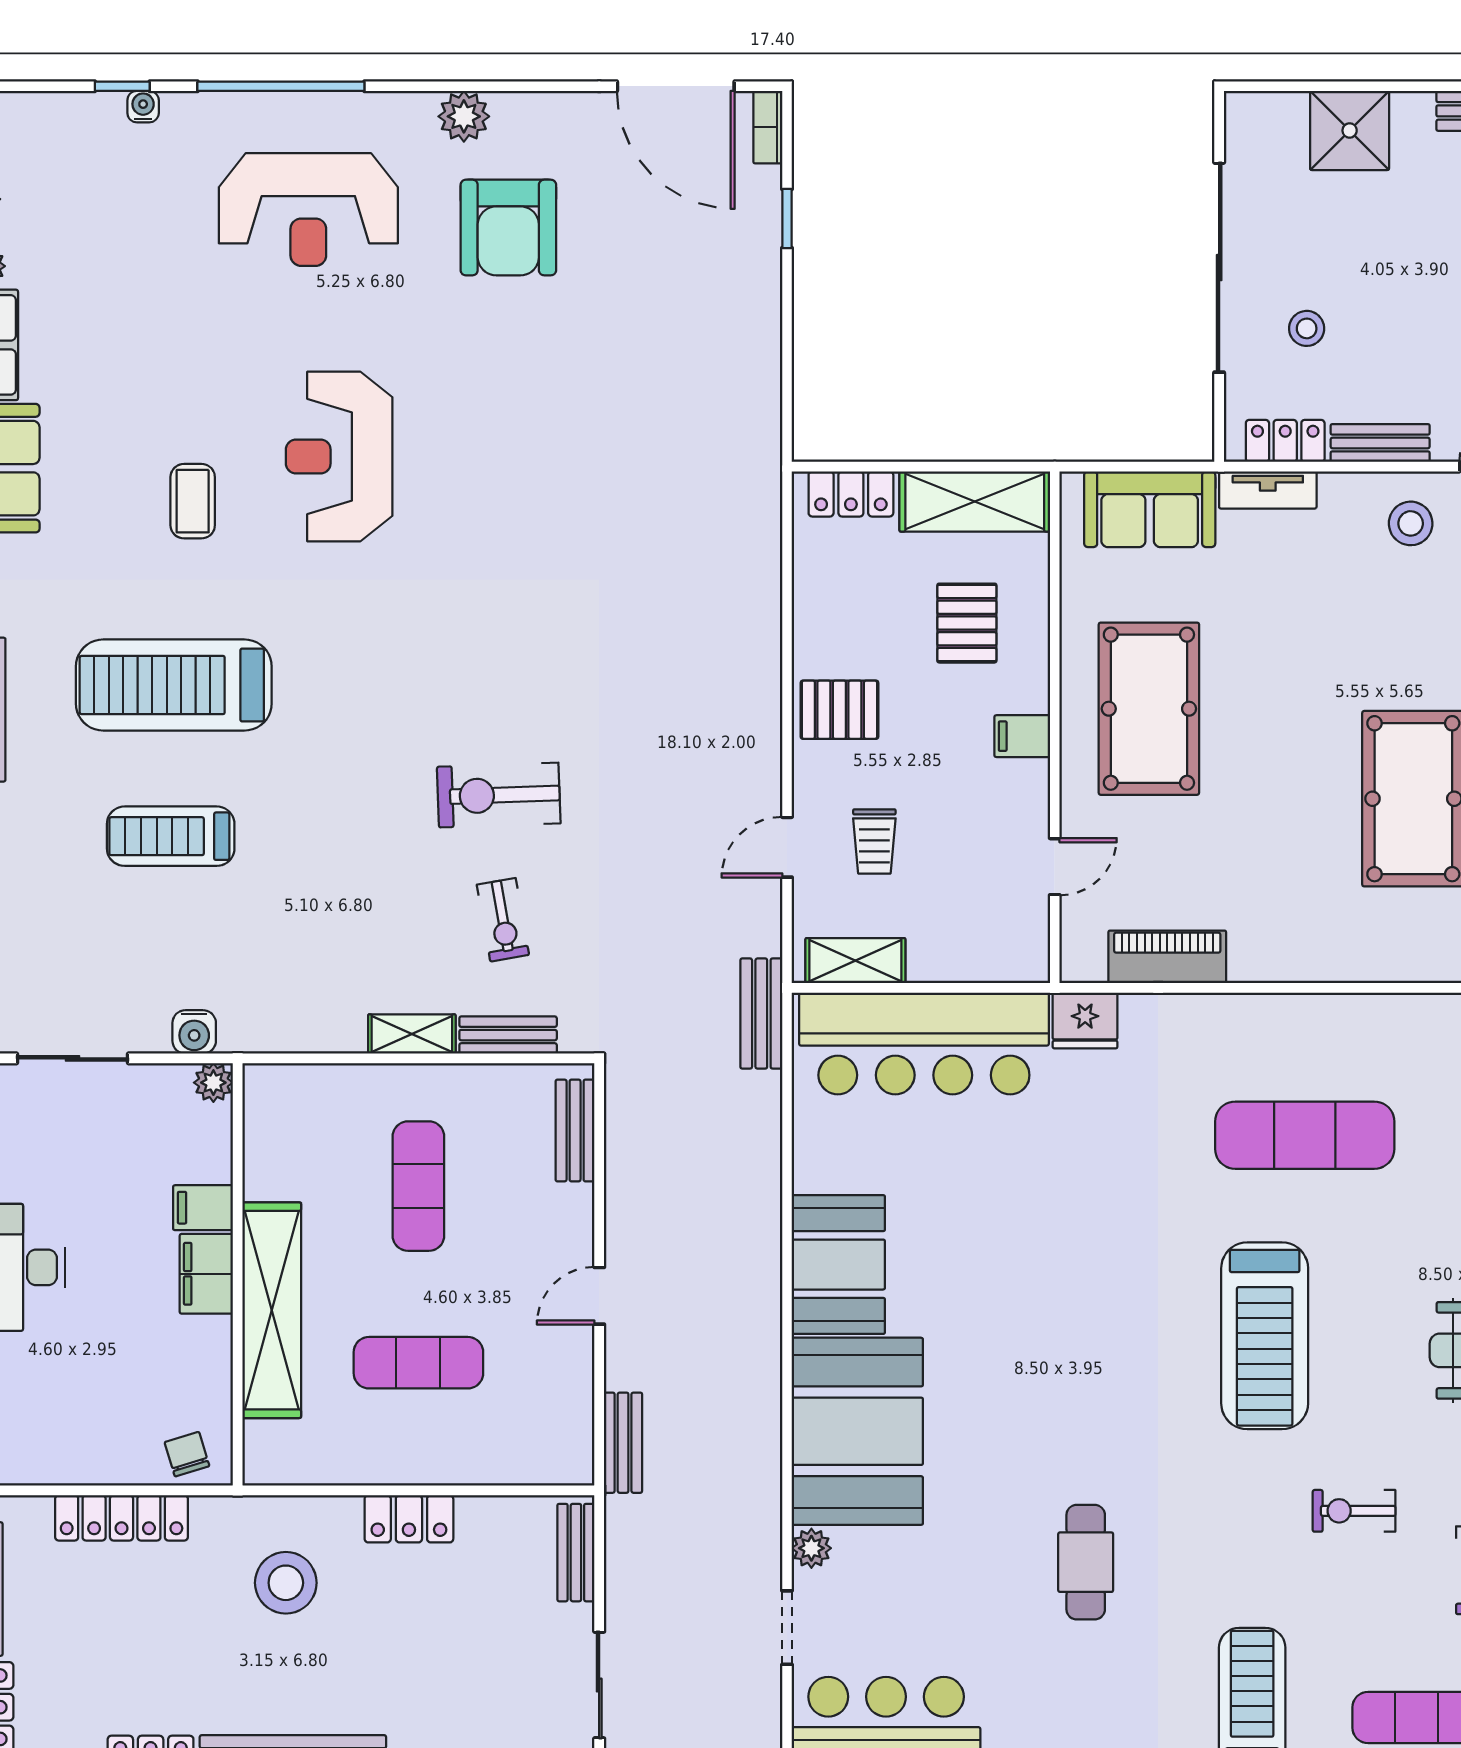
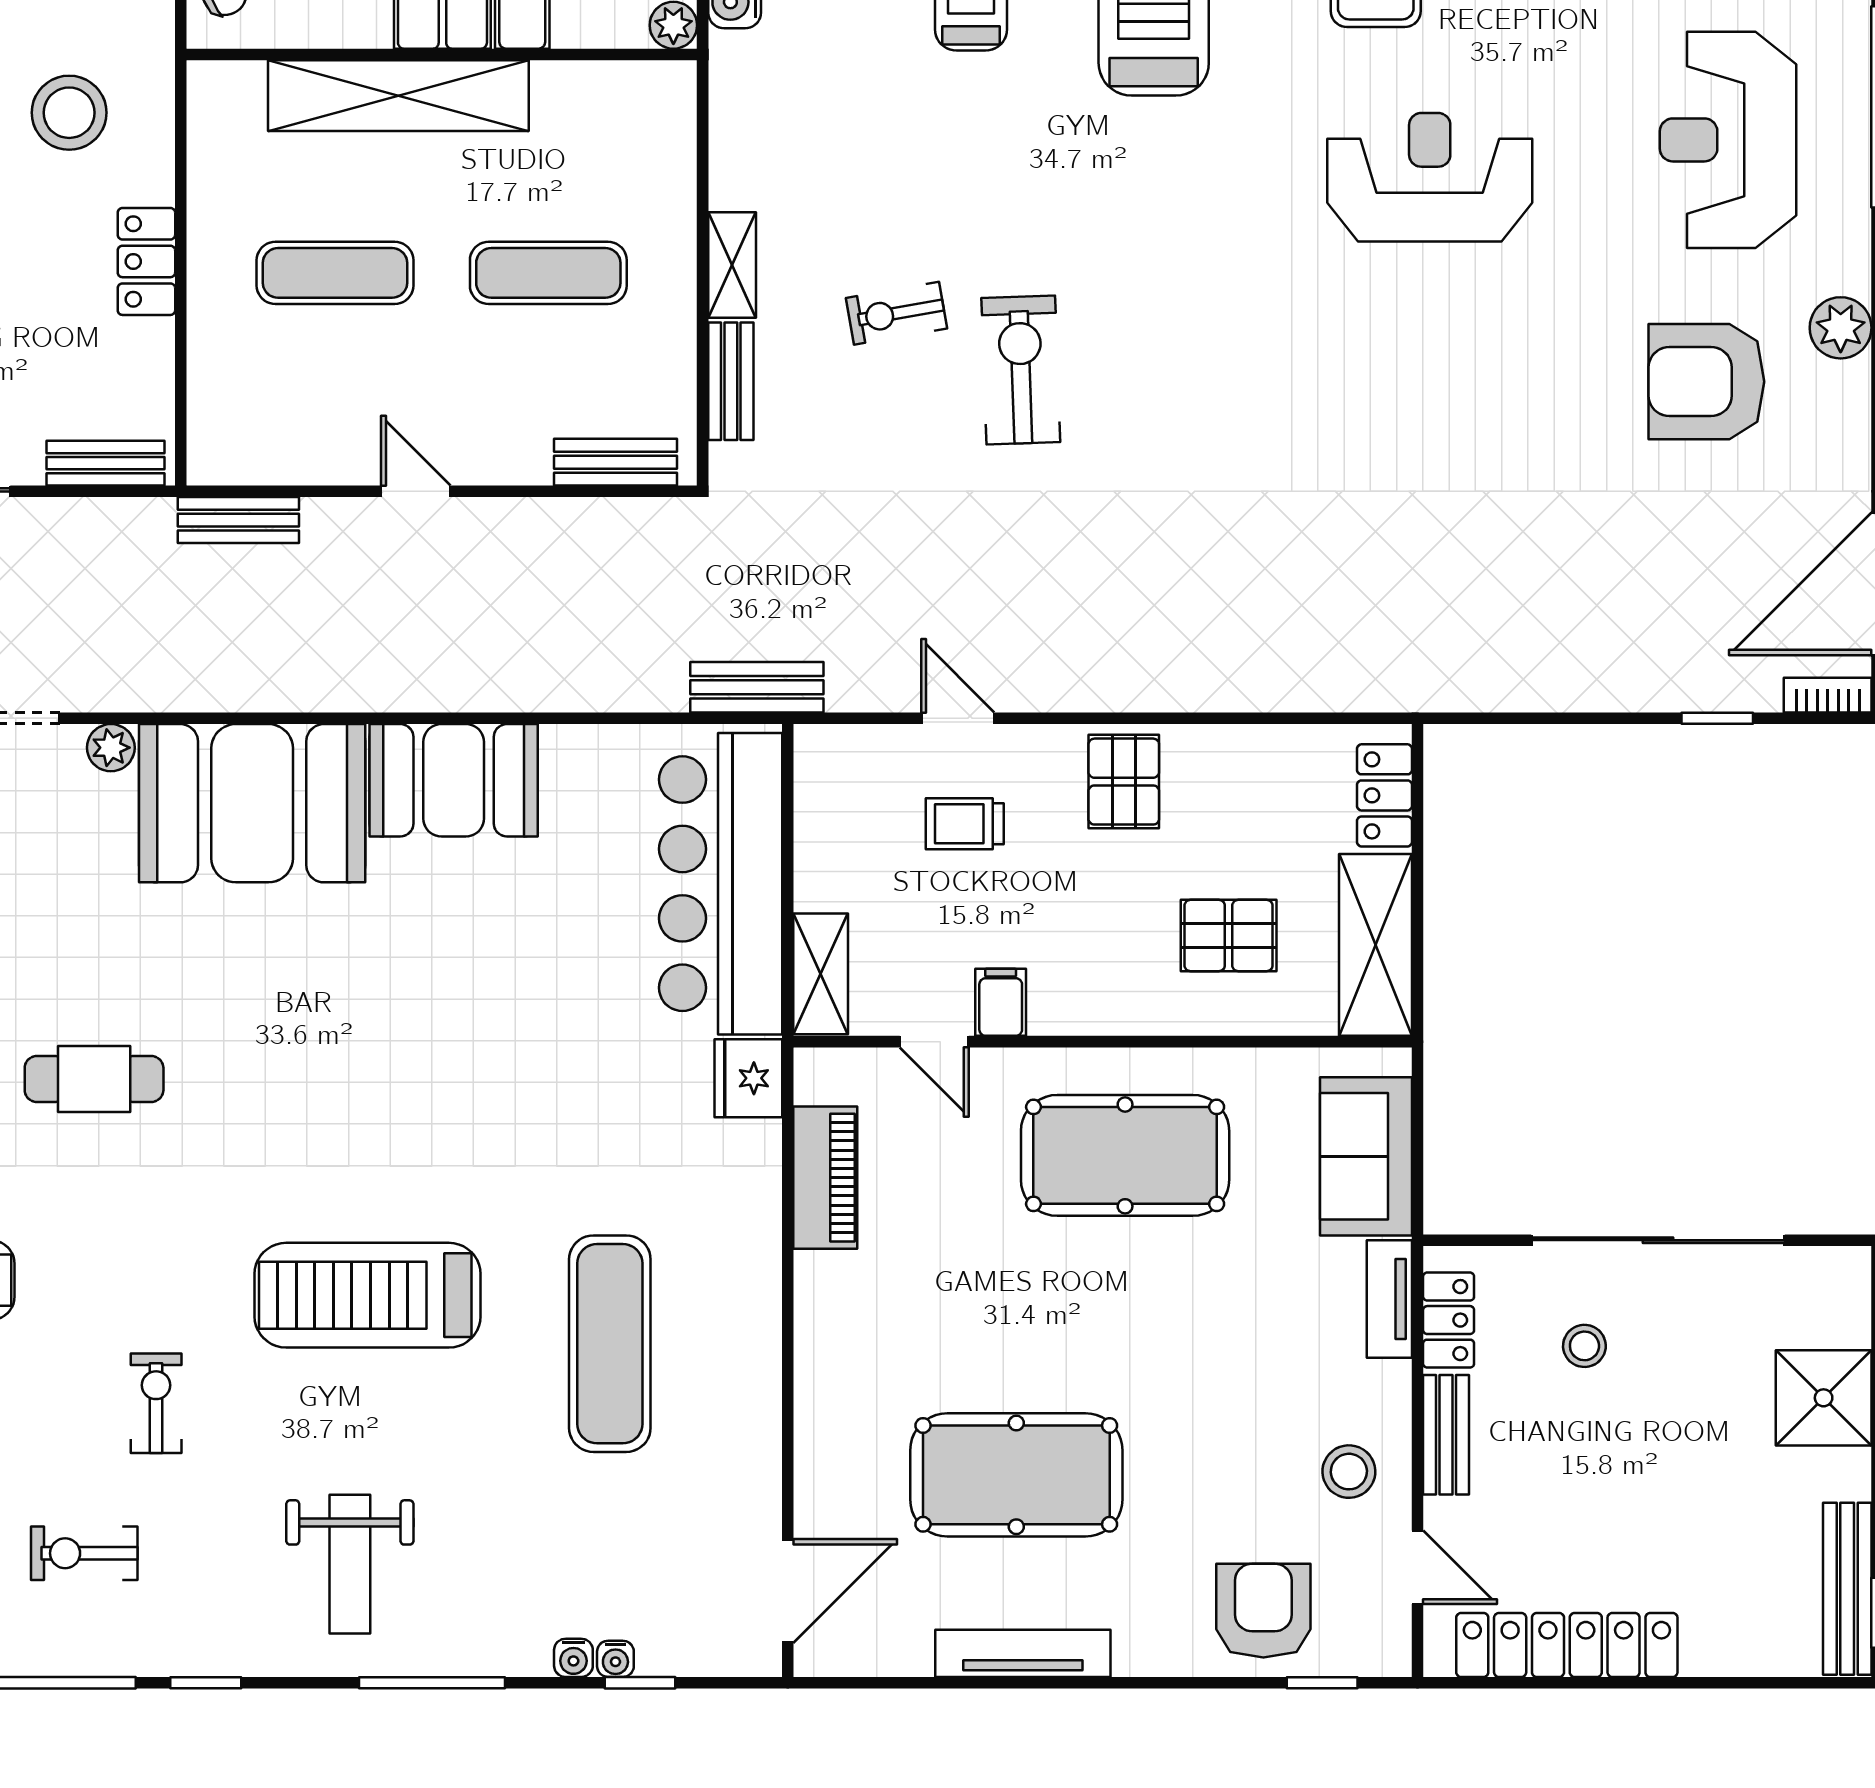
filing cabinet: (1022, 736) -> (1001, 1002), moved
exercise bike: (503, 920) -> (896, 313), moved
shelving: (855, 961) -> (821, 974), moved
exercise mat: (418, 1363) -> (335, 273), turned 90

